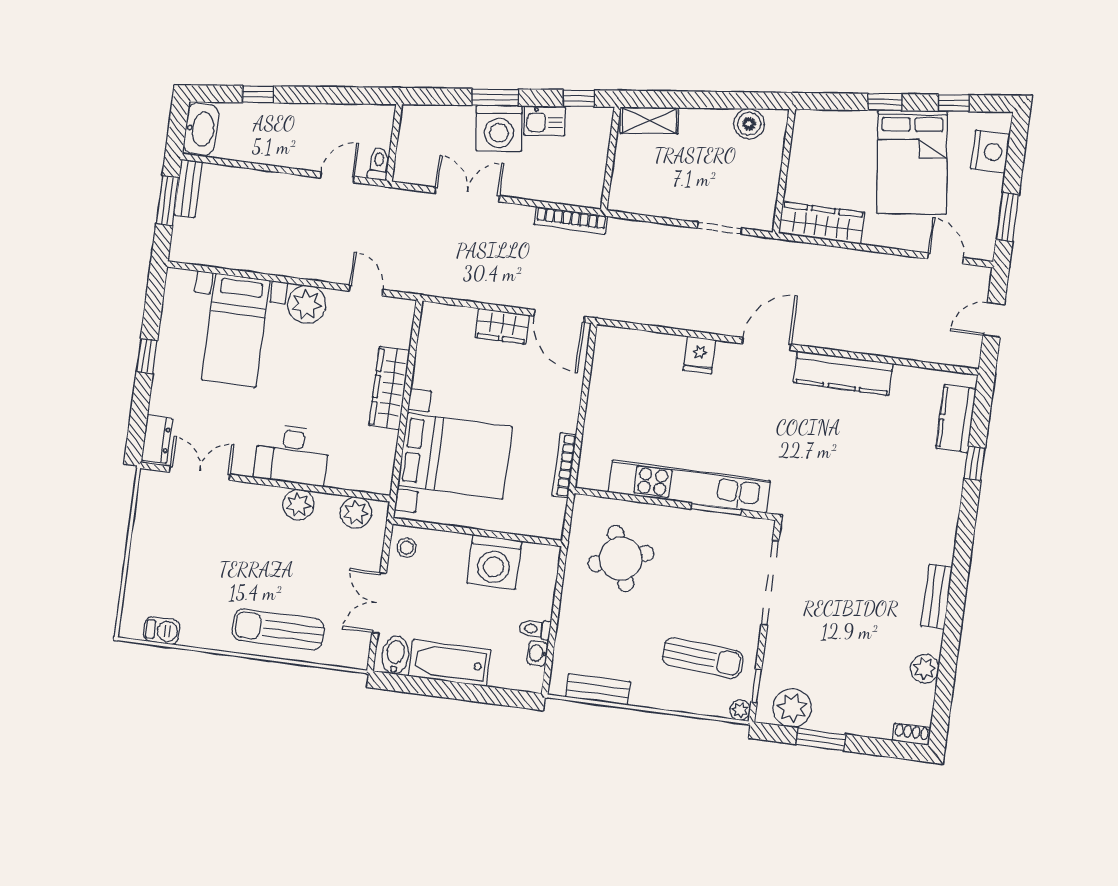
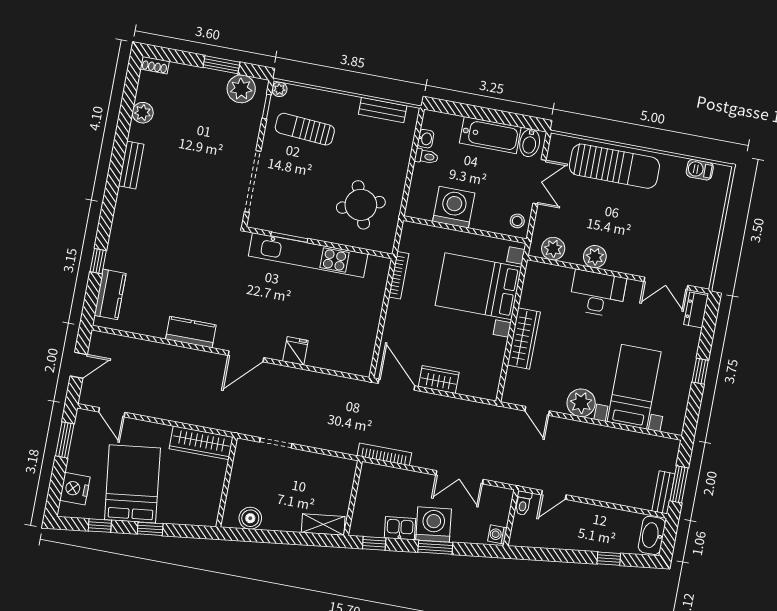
washing machine: (411, 119) -> (497, 535), added
kitchen counter: (843, 373) -> (191, 332), width x0.67
sun lounger: (278, 629) -> (614, 166), width x1.36, depth x1.34

